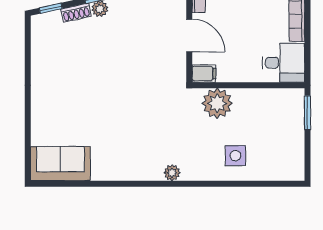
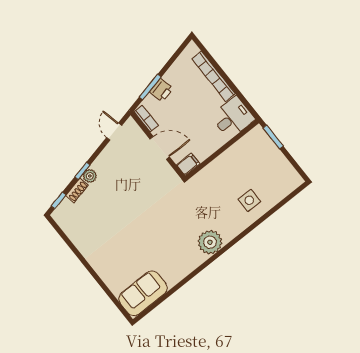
plant: (217, 103) -> (211, 177), removed
plant: (172, 173) -> (210, 242), width x1.88, depth x1.88

